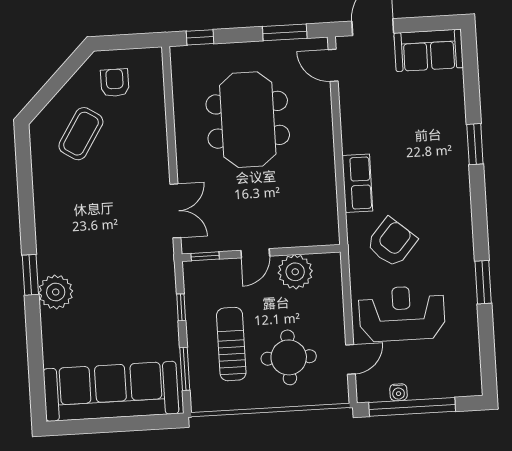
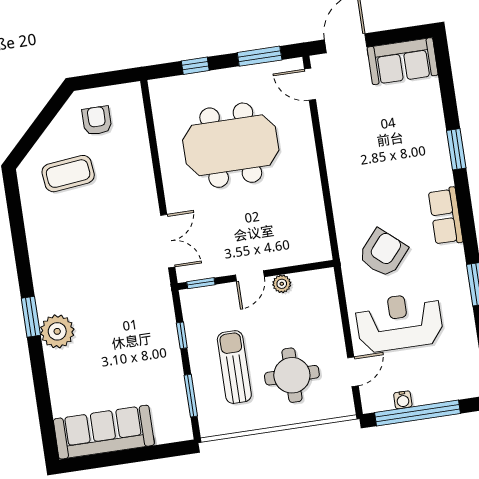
window: (200, 37) -> (195, 66), moved
meeting table: (248, 120) -> (231, 145), turned 90
coffee table: (81, 134) -> (68, 174), turned 52
row of seats: (357, 183) -> (446, 216), moved, turned 180
plant: (295, 272) -> (282, 284), width x0.53, depth x0.53
sofa: (111, 391) -> (104, 432), width x0.74, depth x0.79

